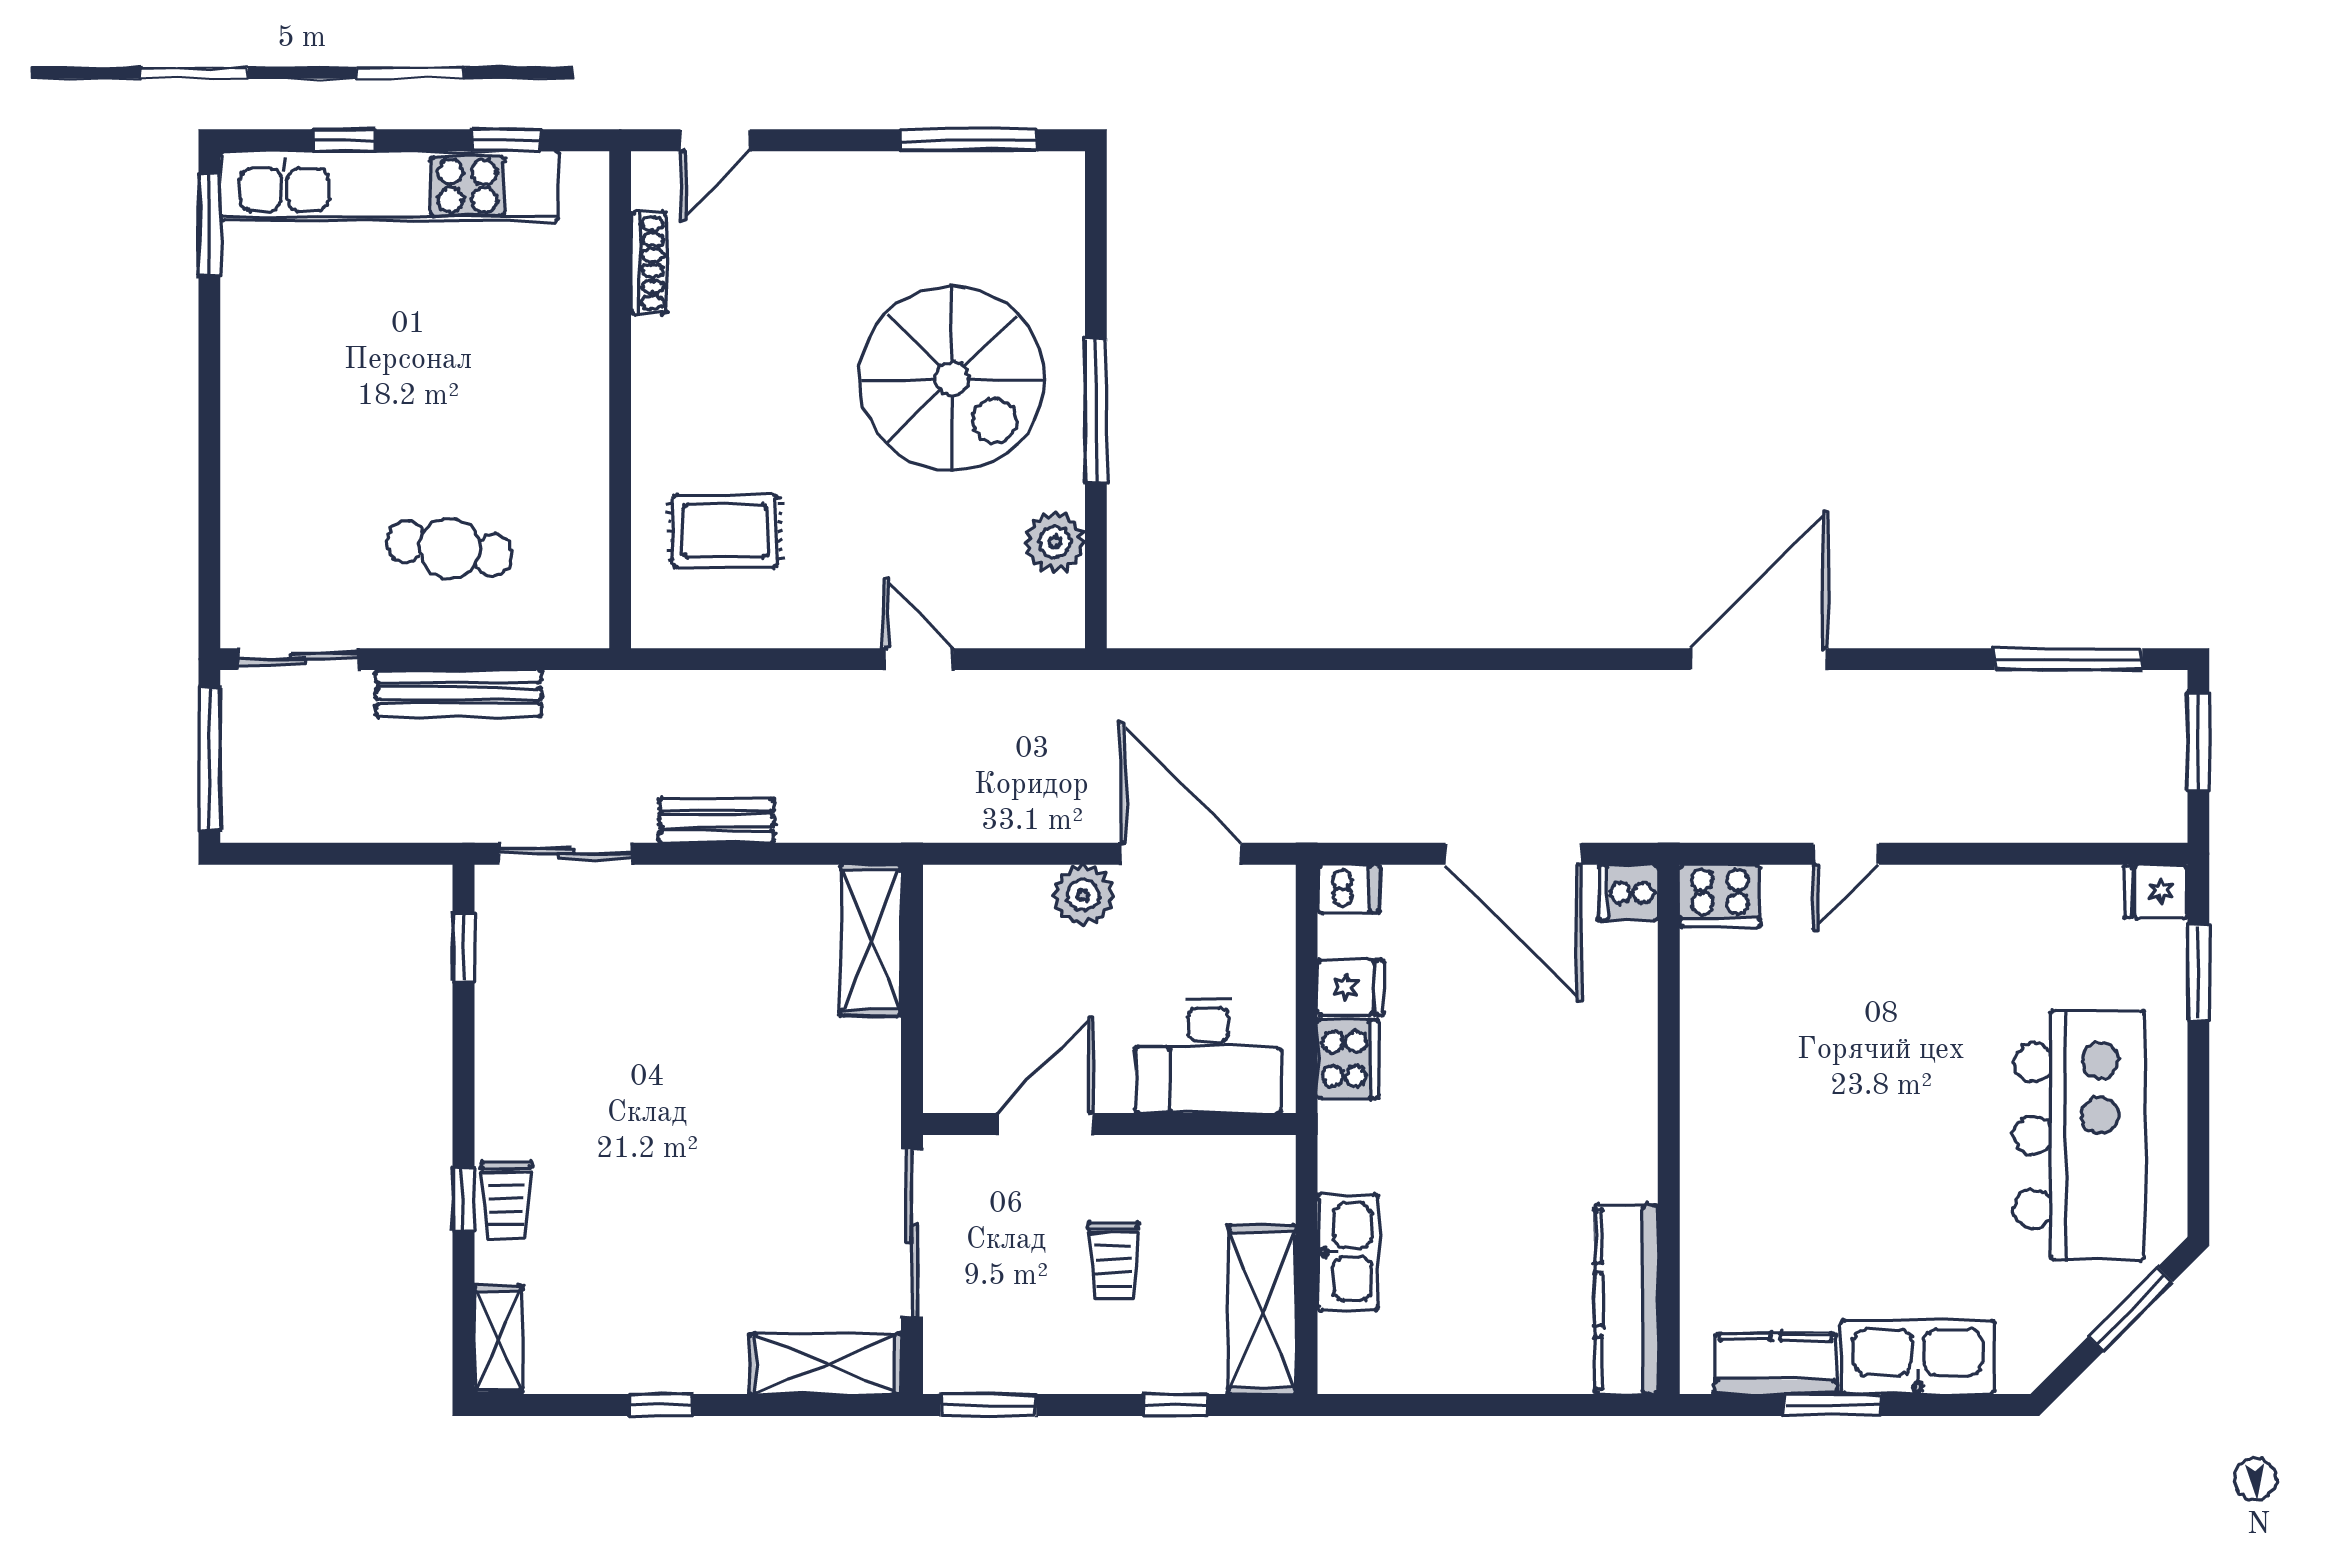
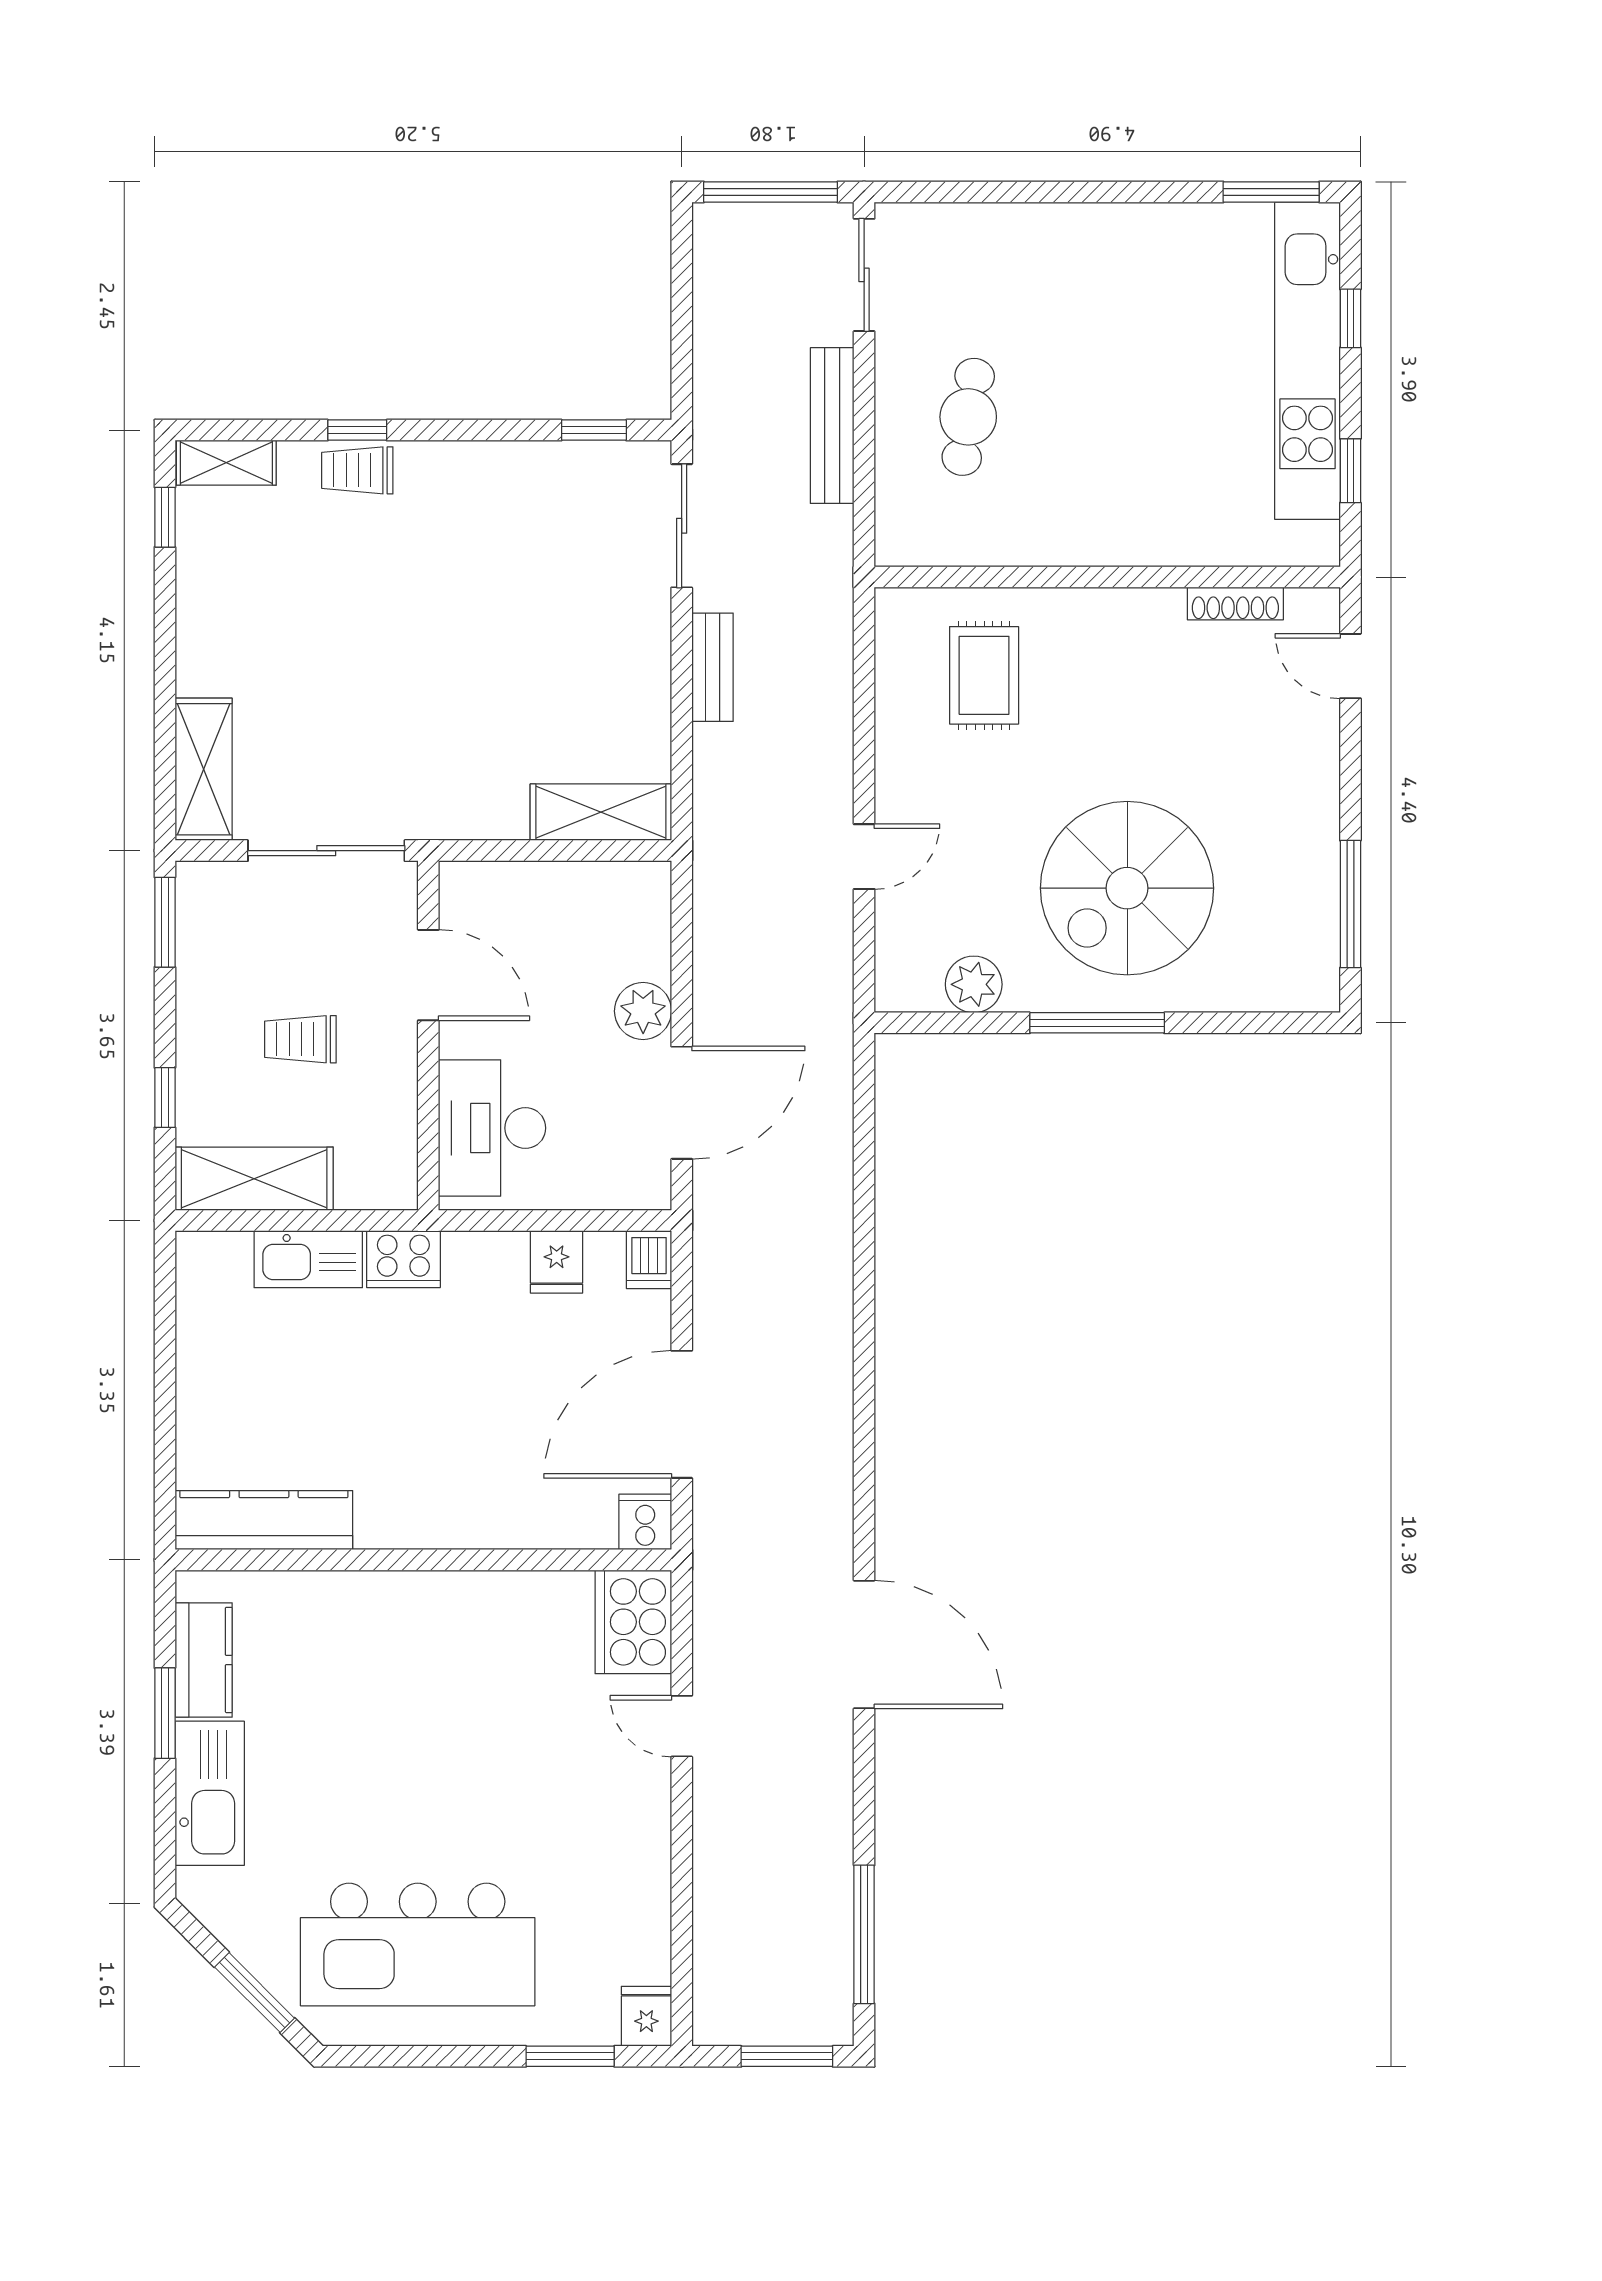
cooker: (1720, 896) -> (633, 1622), width x1.37, depth x1.31
cooker: (1348, 1059) -> (403, 1259), moved
window: (661, 1405) -> (165, 517), moved

